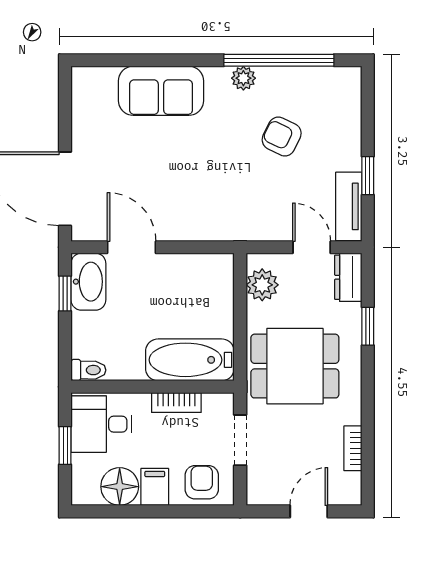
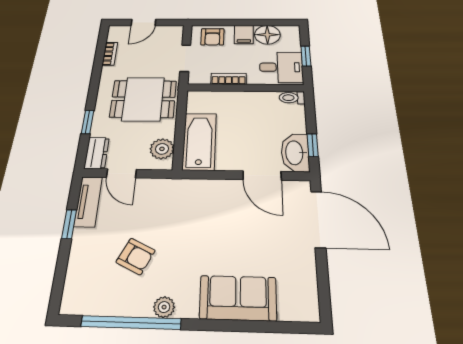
bathtub: (190, 360) -> (199, 141), moved, turned -90

